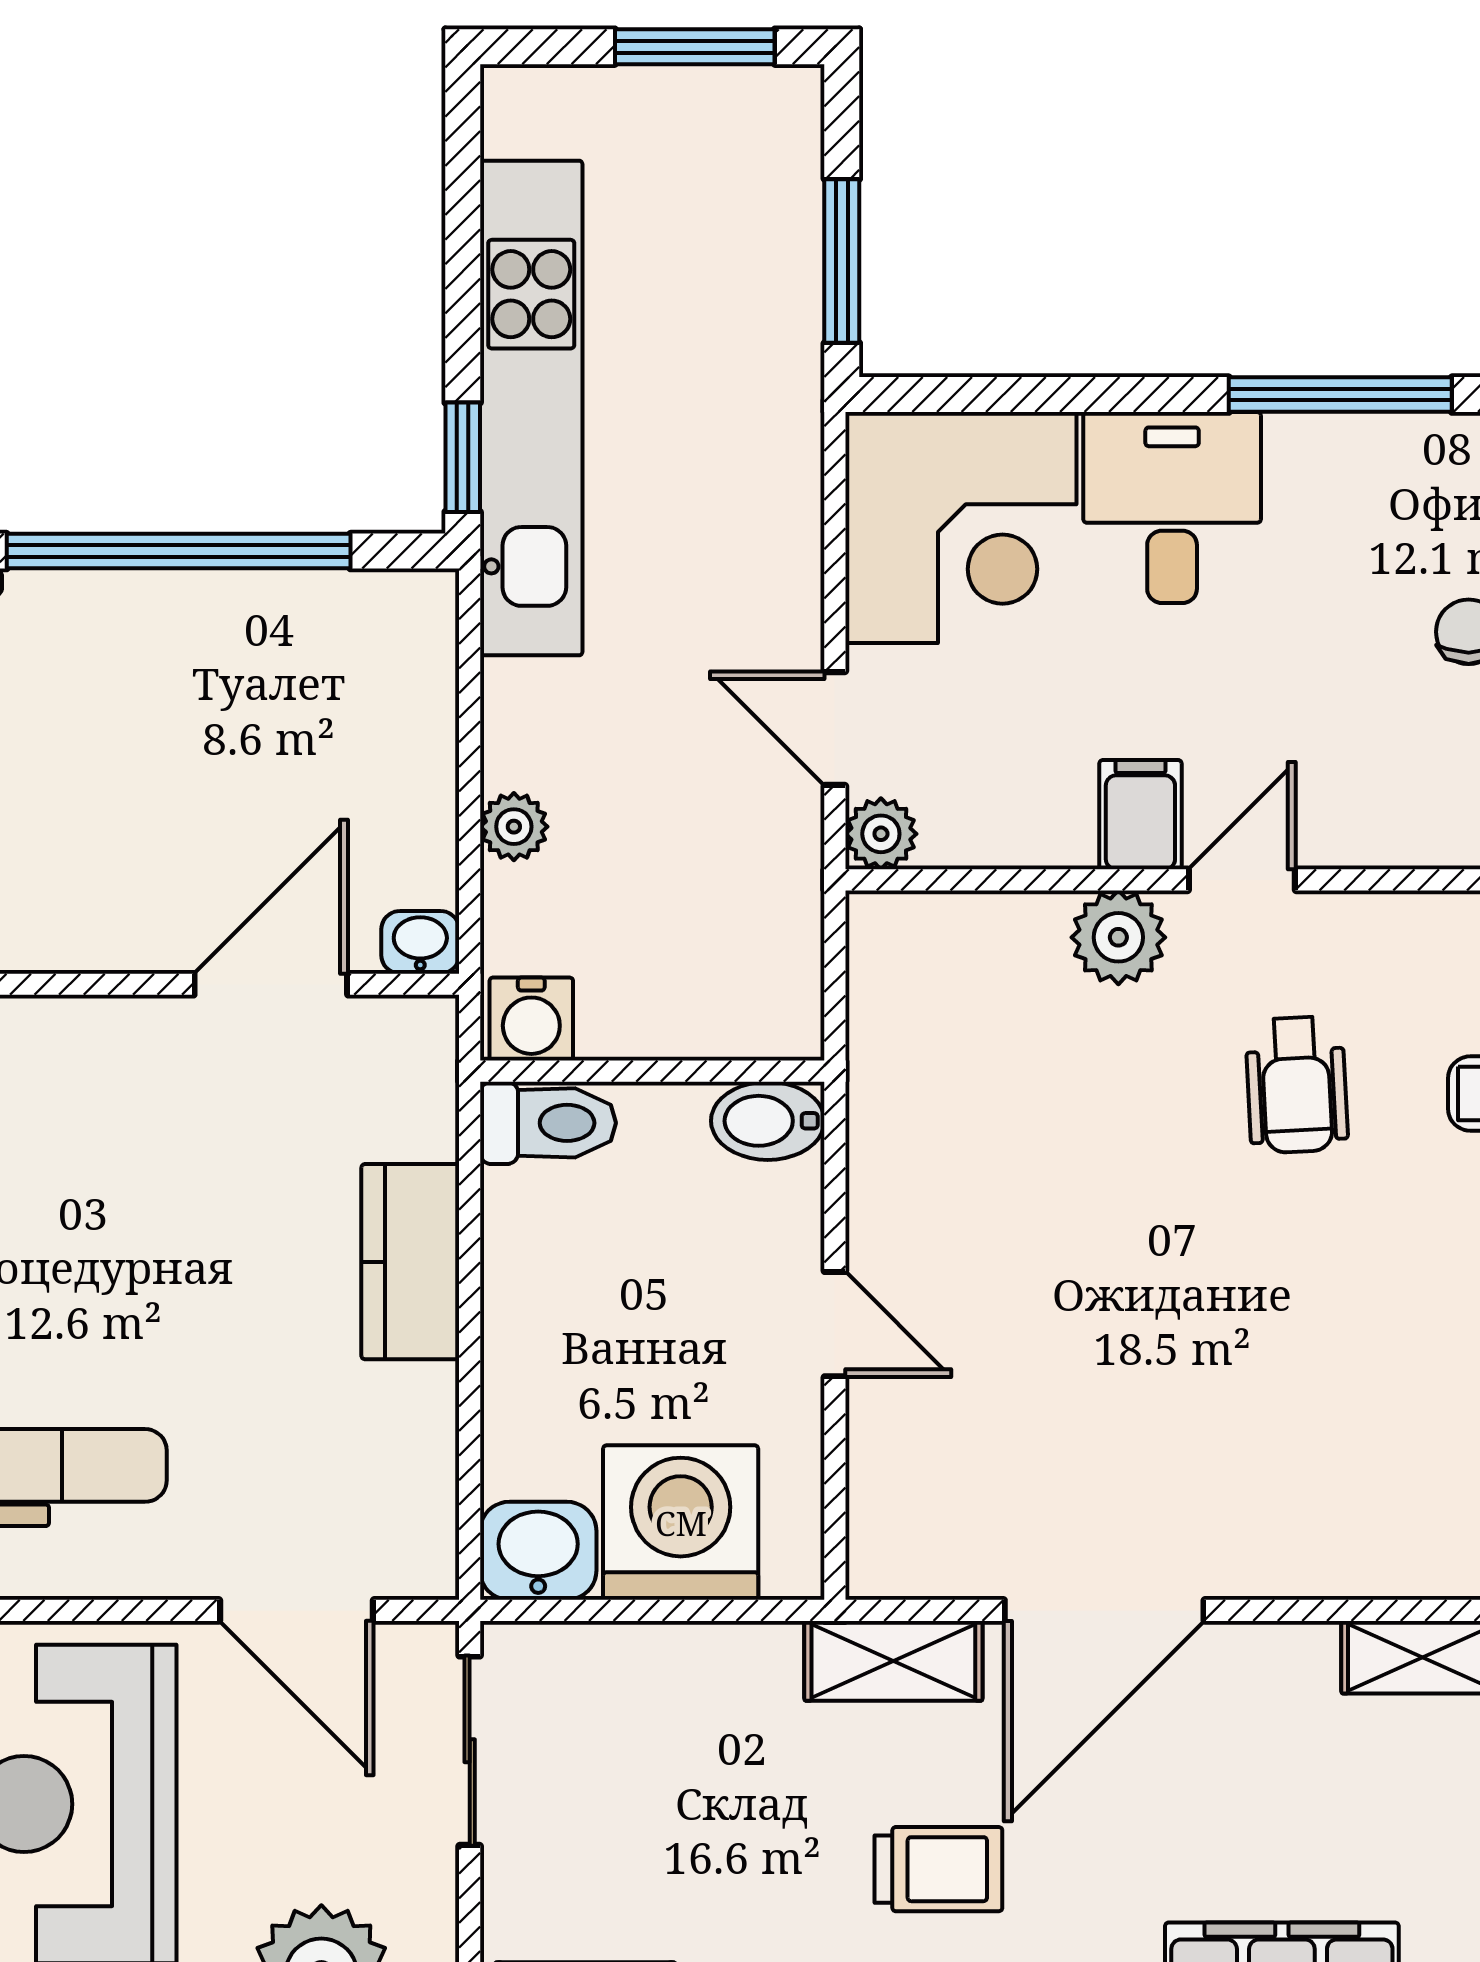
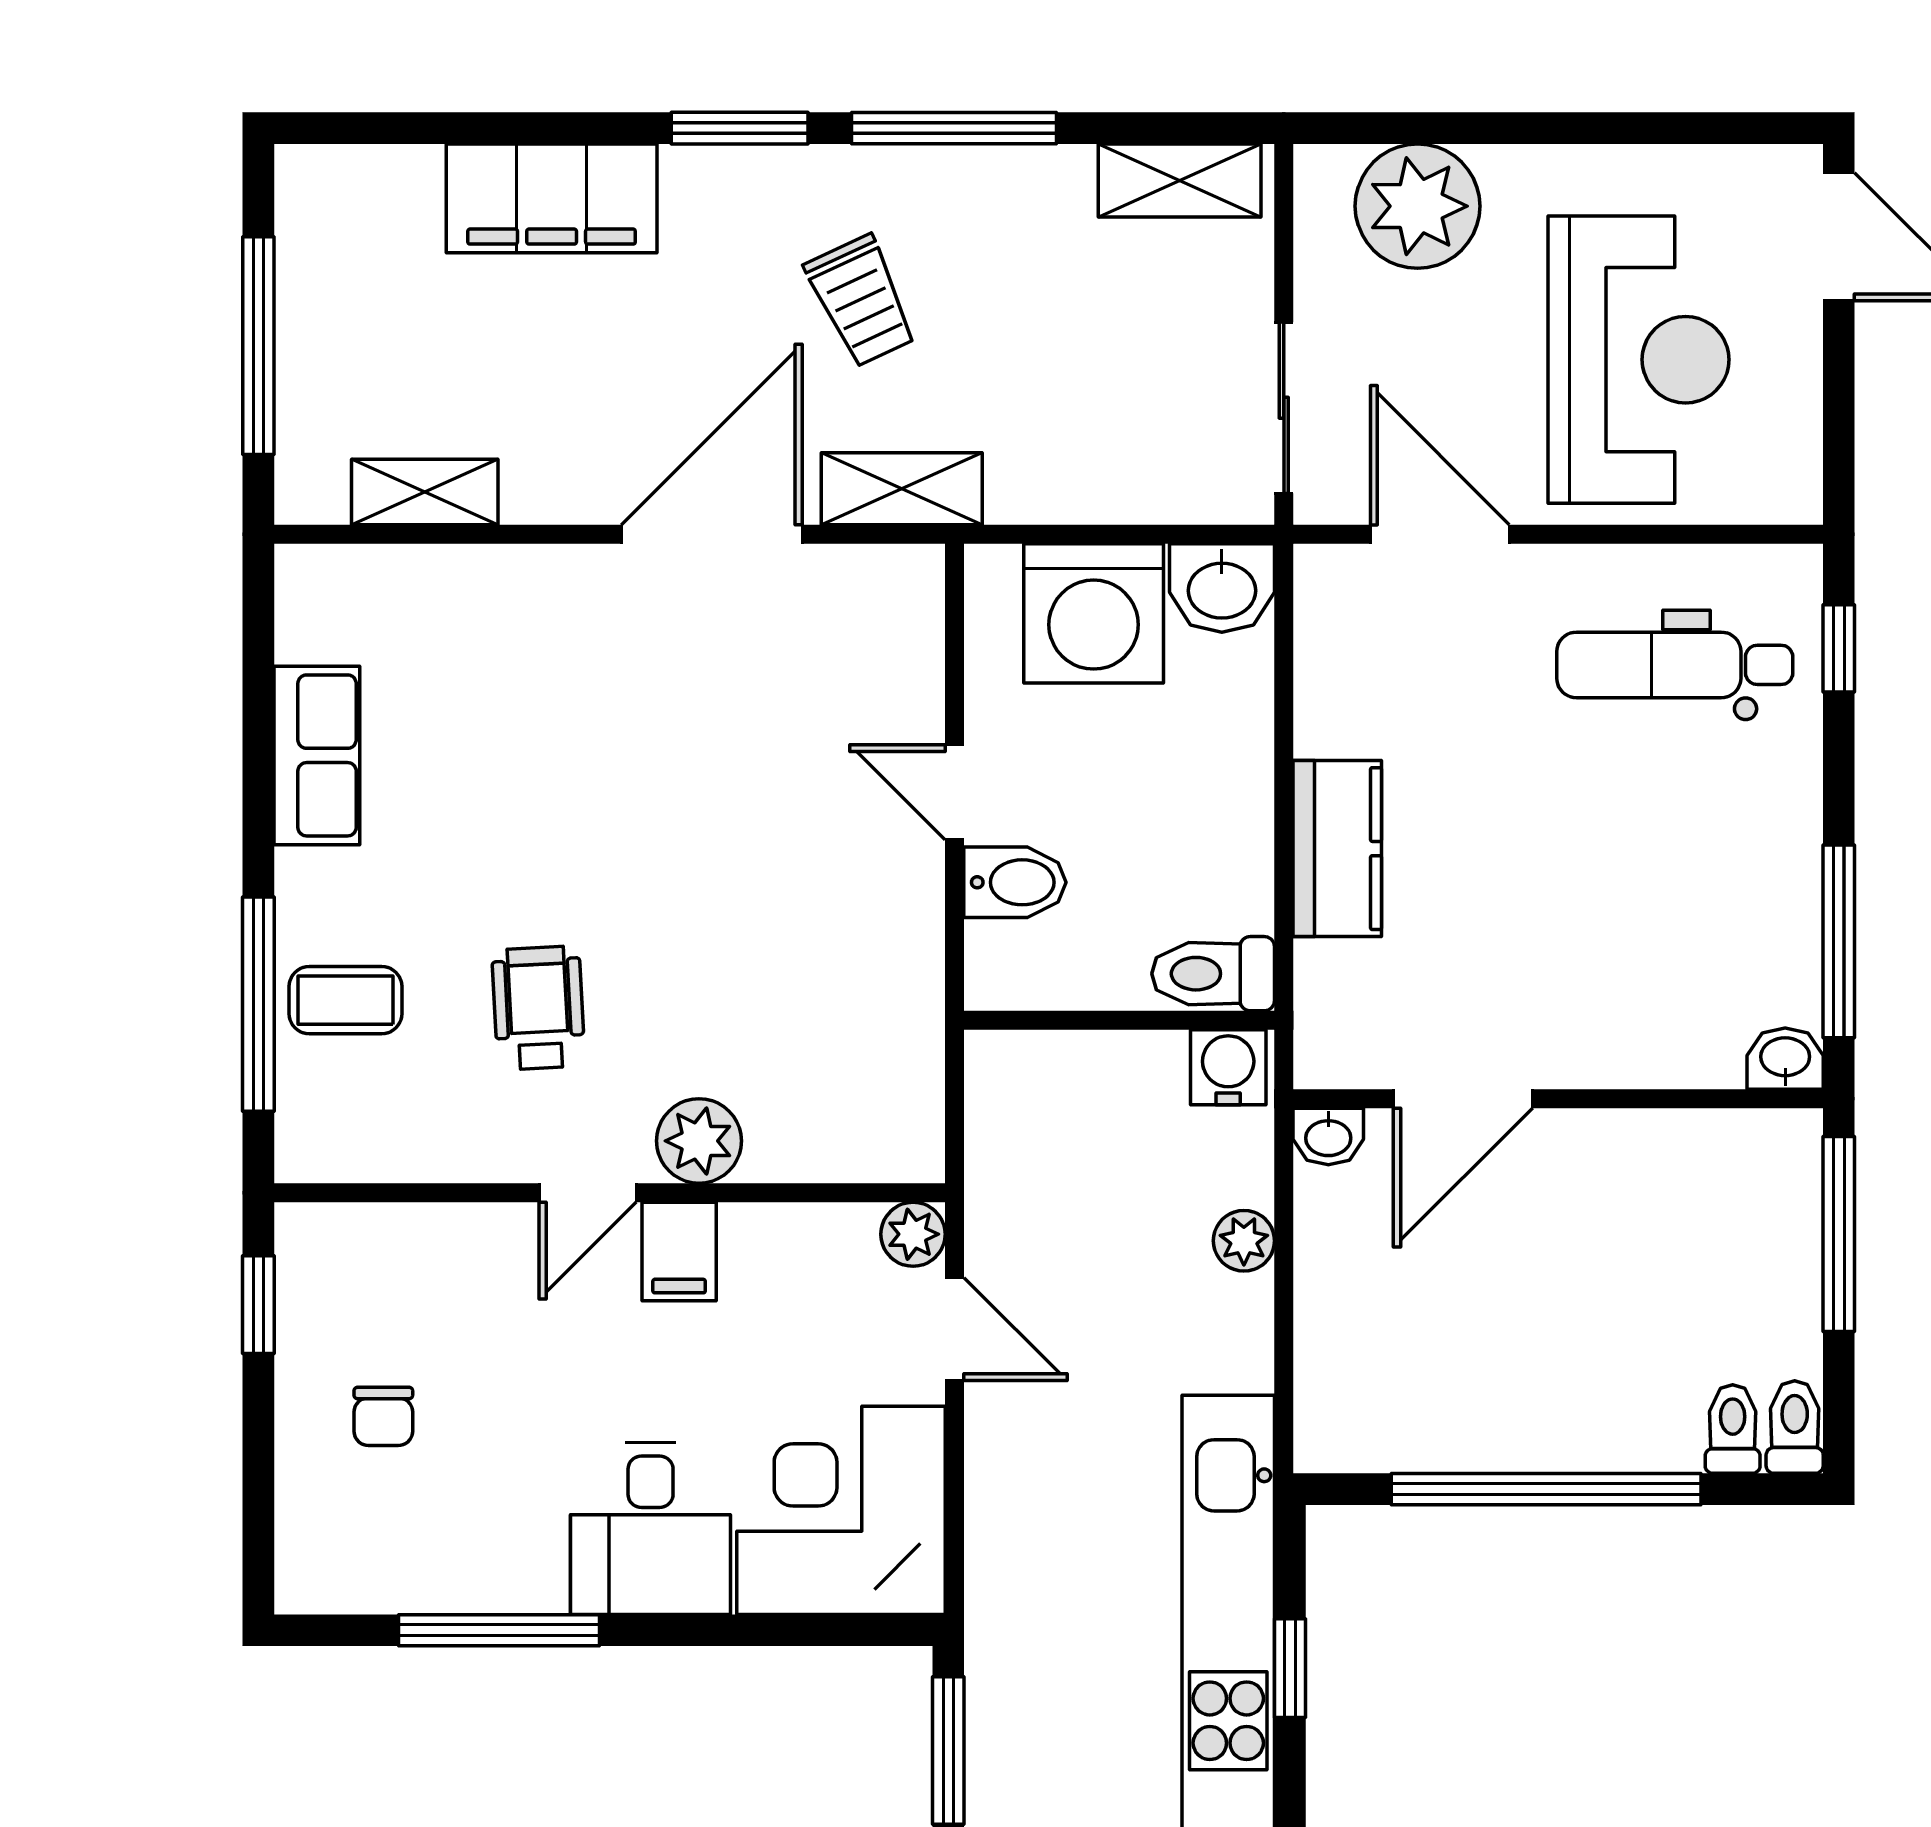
window: (463, 457) -> (1290, 1668), moved
bidet: (768, 1121) -> (1015, 882), moved
trolley: (938, 1869) -> (861, 301), turned -115

